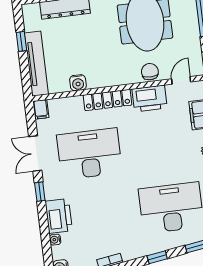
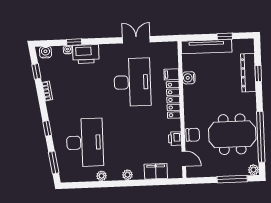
printer: (150, 99) -> (175, 139), width x0.53, depth x0.68
filing cabinet: (41, 109) -> (171, 74), moved
window: (40, 192) -> (74, 42), moved

